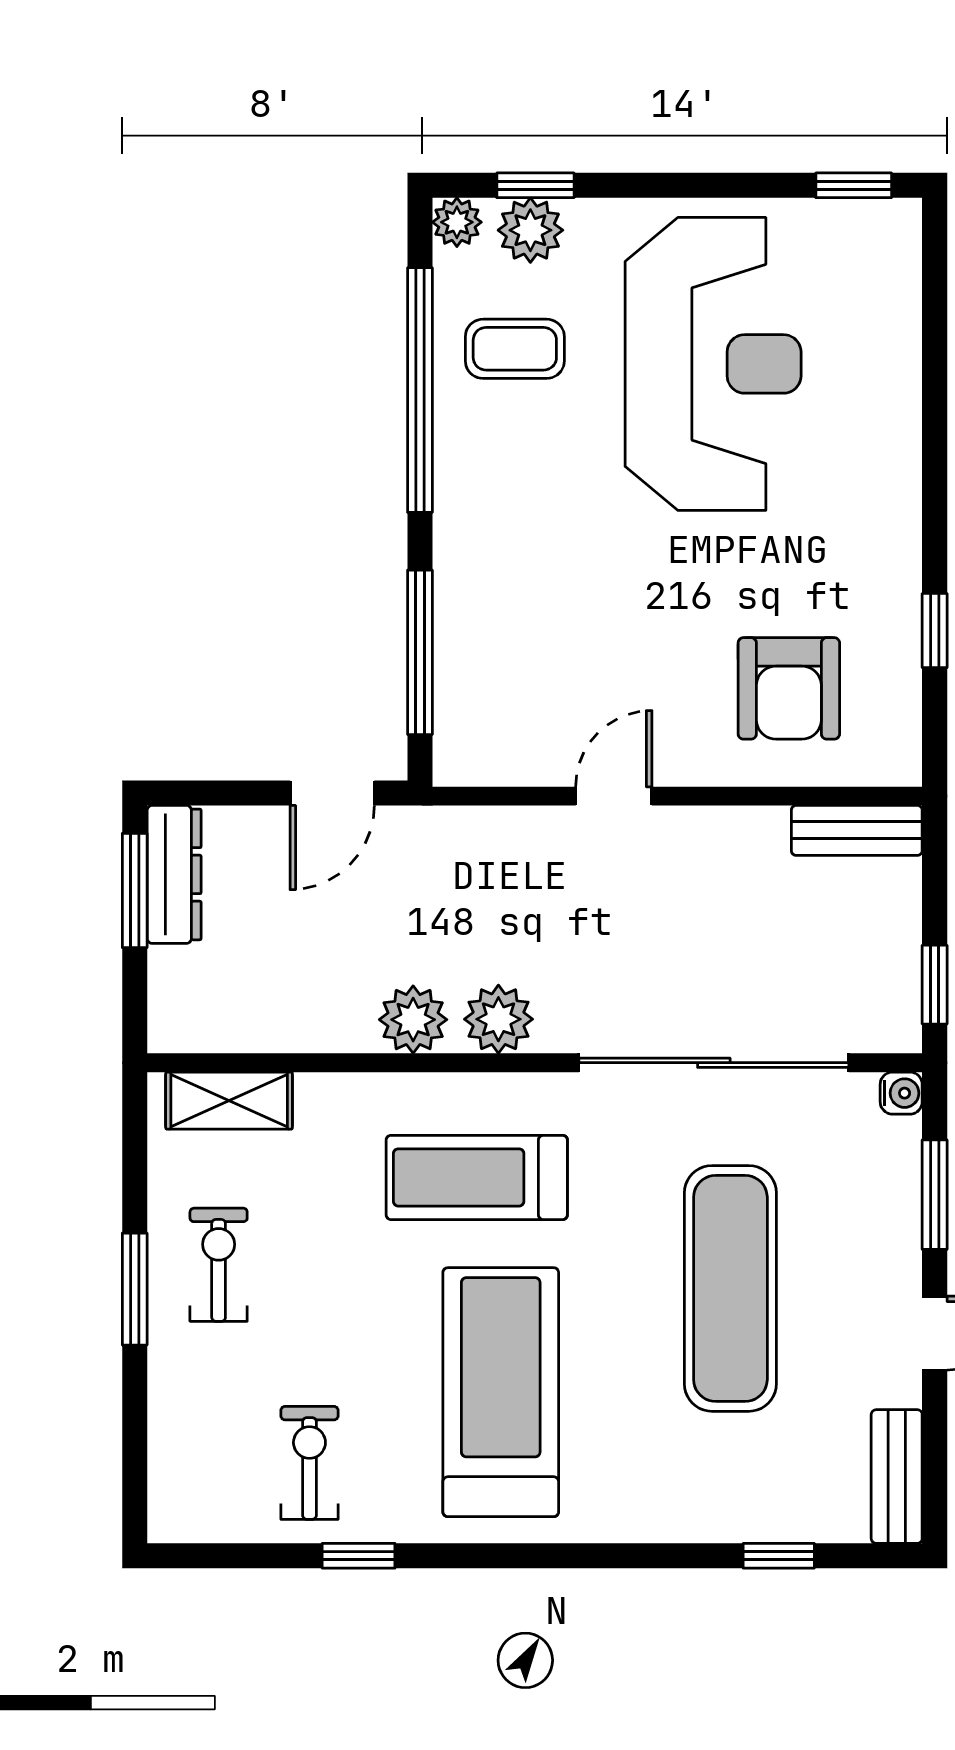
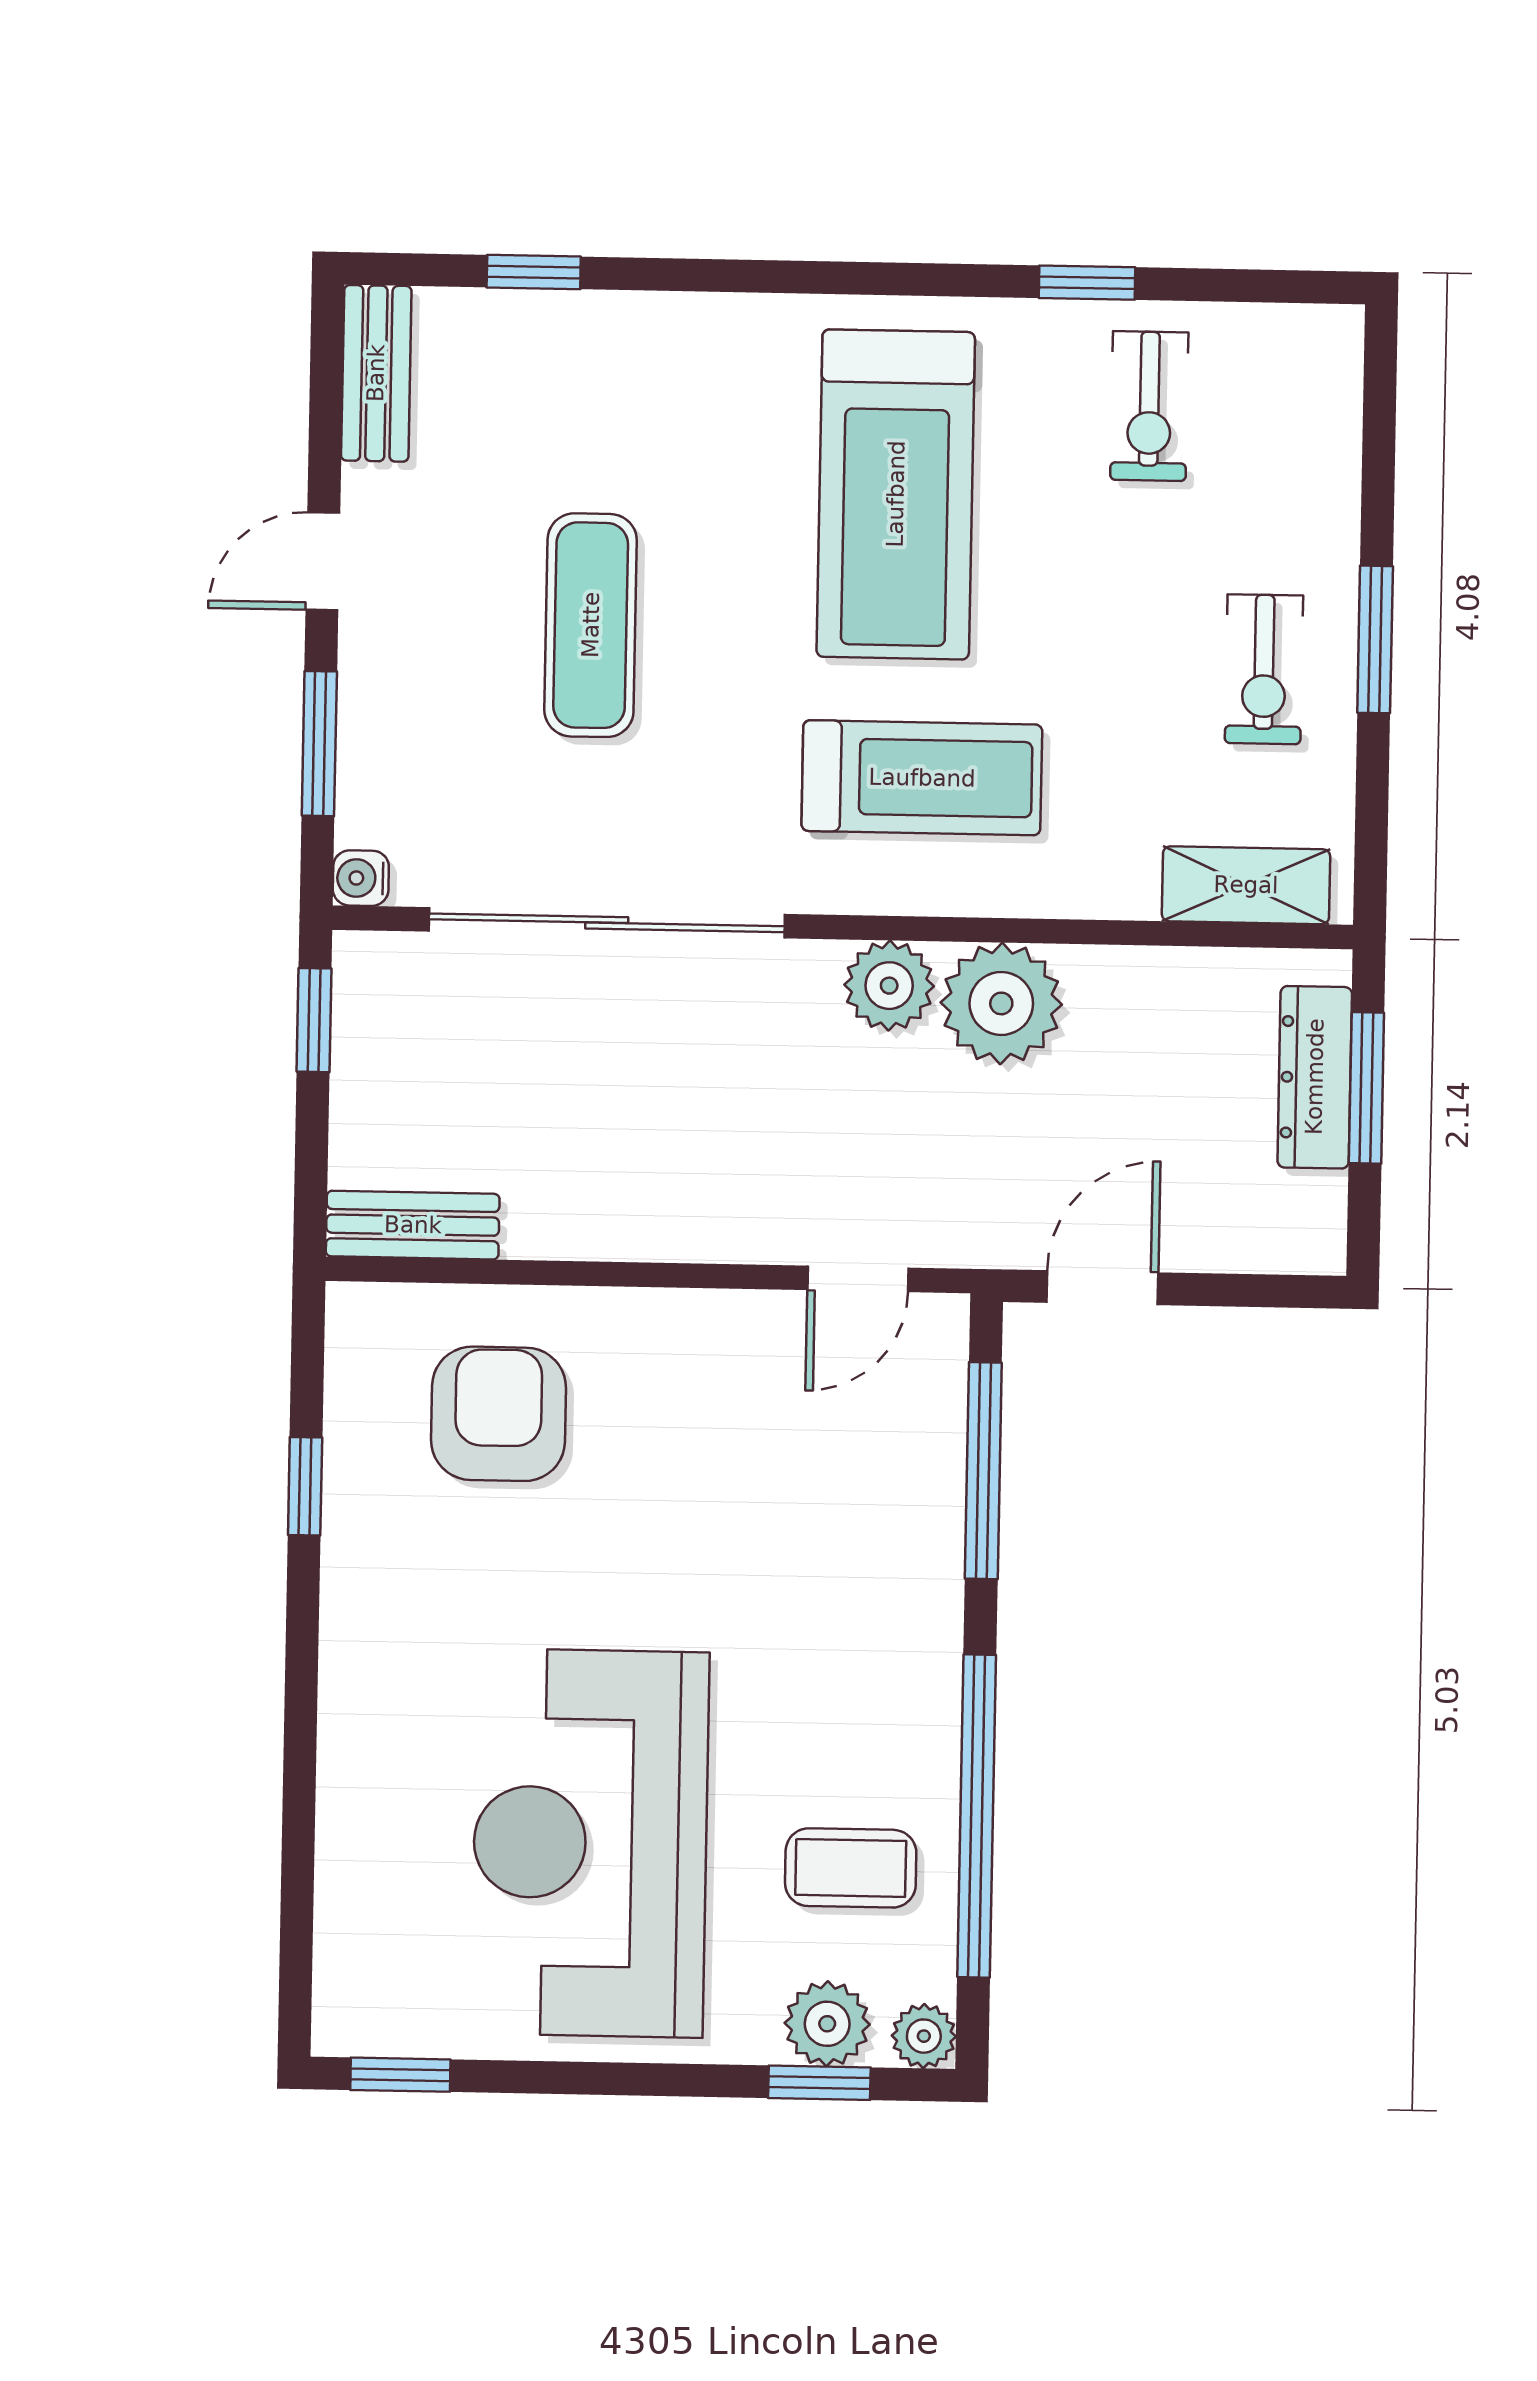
door: (614, 796) -> (858, 1279), moved
dresser: (174, 874) -> (1315, 1077), moved
window: (135, 890) -> (1366, 1088), moved
plant: (413, 1020) -> (1001, 1003), width x1.36, depth x1.36
exercise mat: (730, 1288) -> (591, 625), width x0.73, depth x0.69

